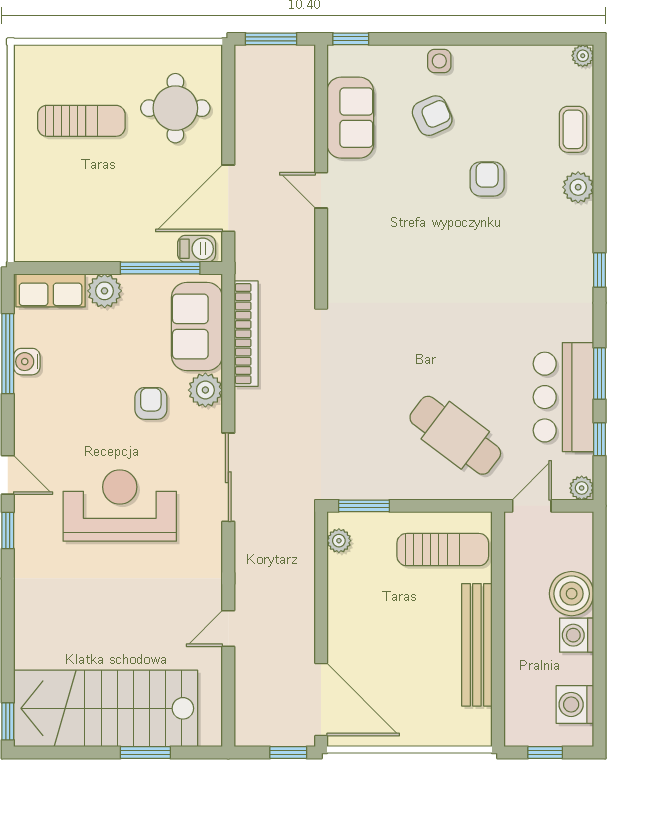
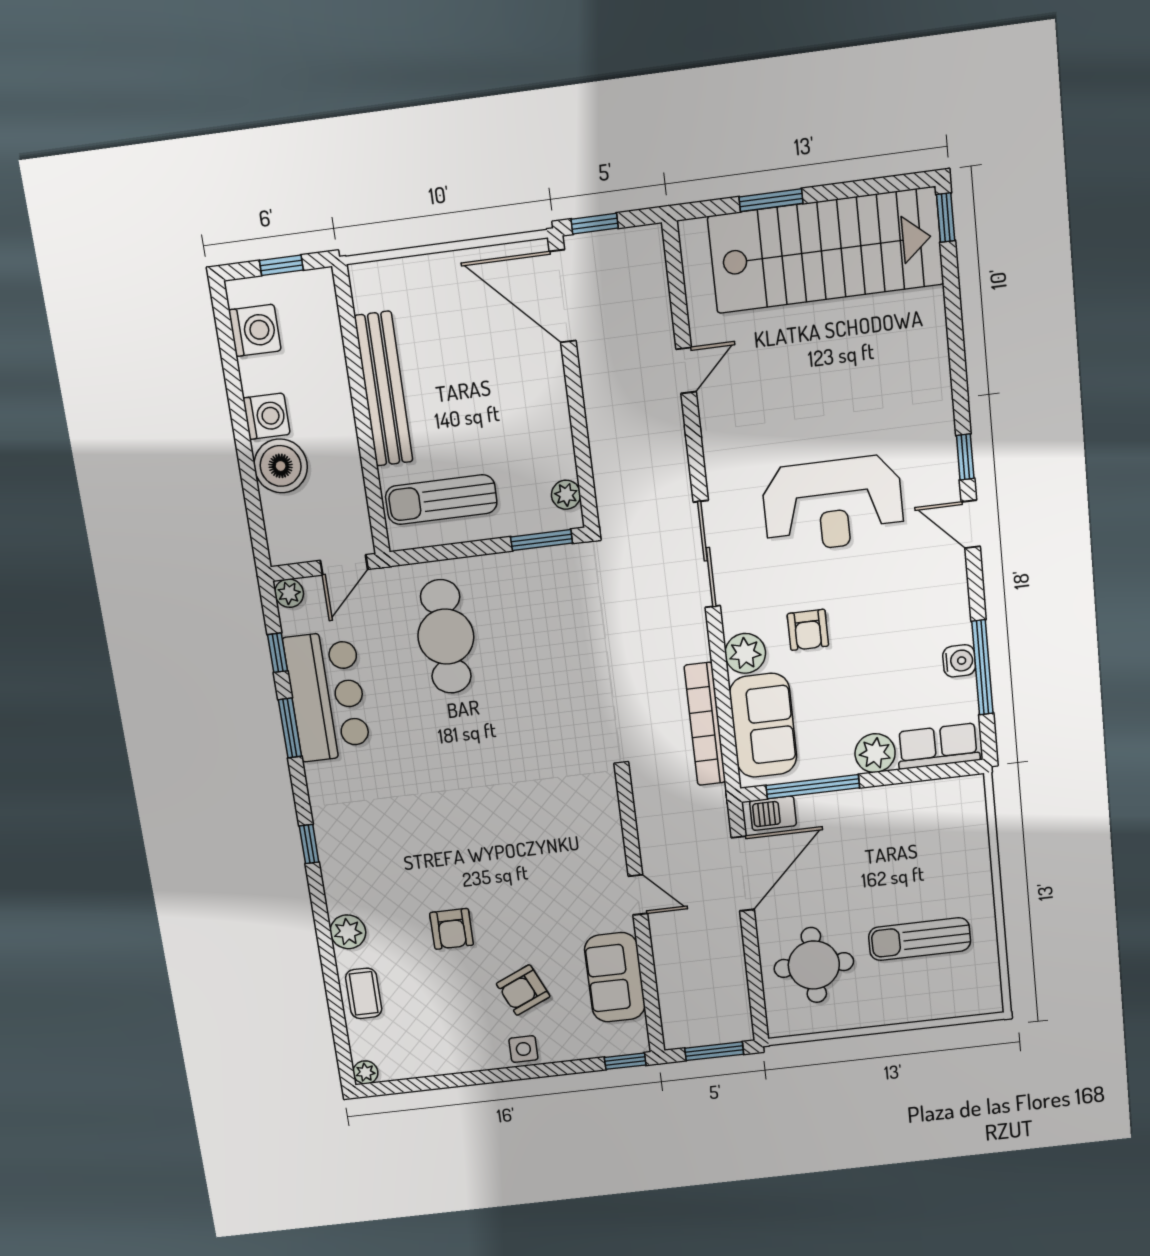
cafe table: (455, 435) -> (446, 637), turned 53

